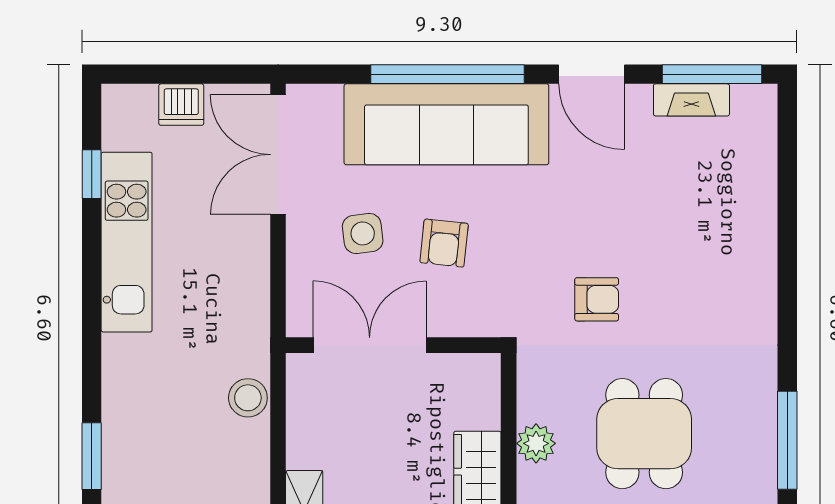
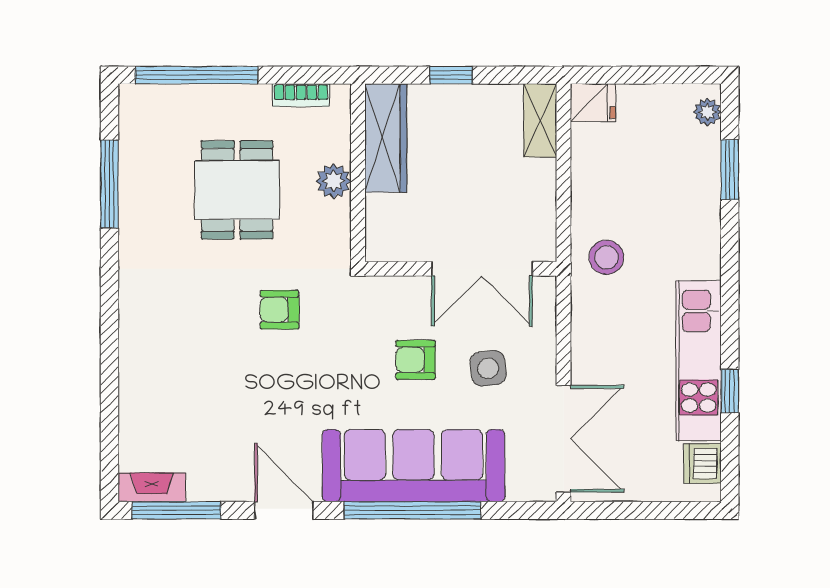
fireplace: (691, 100) -> (152, 487), moved
dishwasher: (181, 105) -> (703, 464), moved, turned -90
window: (92, 174) -> (730, 391), moved
armchair: (444, 243) -> (416, 360), turned -96
stool: (248, 398) -> (606, 257), moved

